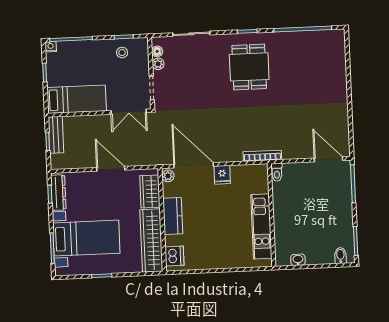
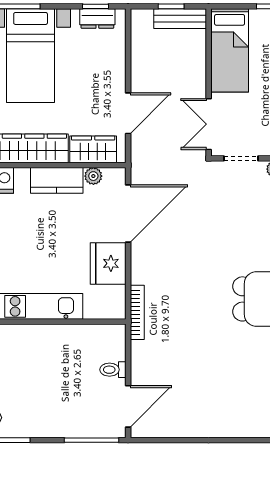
door: (111, 169) -> (128, 113), moved
toilet: (277, 172) -> (113, 370), moved
fridge: (222, 175) -> (108, 263), width x1.88, depth x1.34
plant: (168, 176) -> (93, 176), moved
dresser: (58, 193) -> (97, 18), width x0.70

